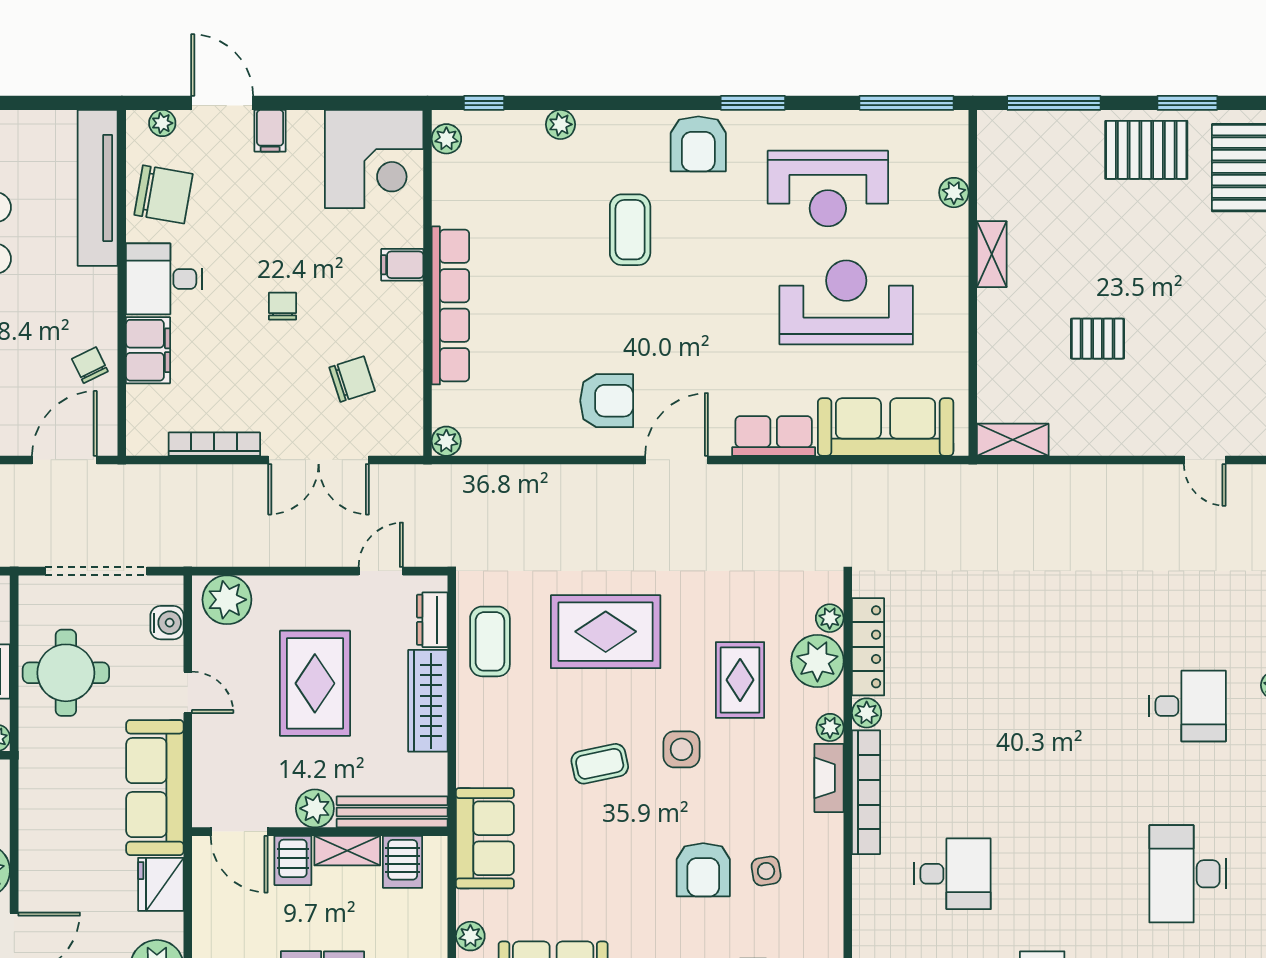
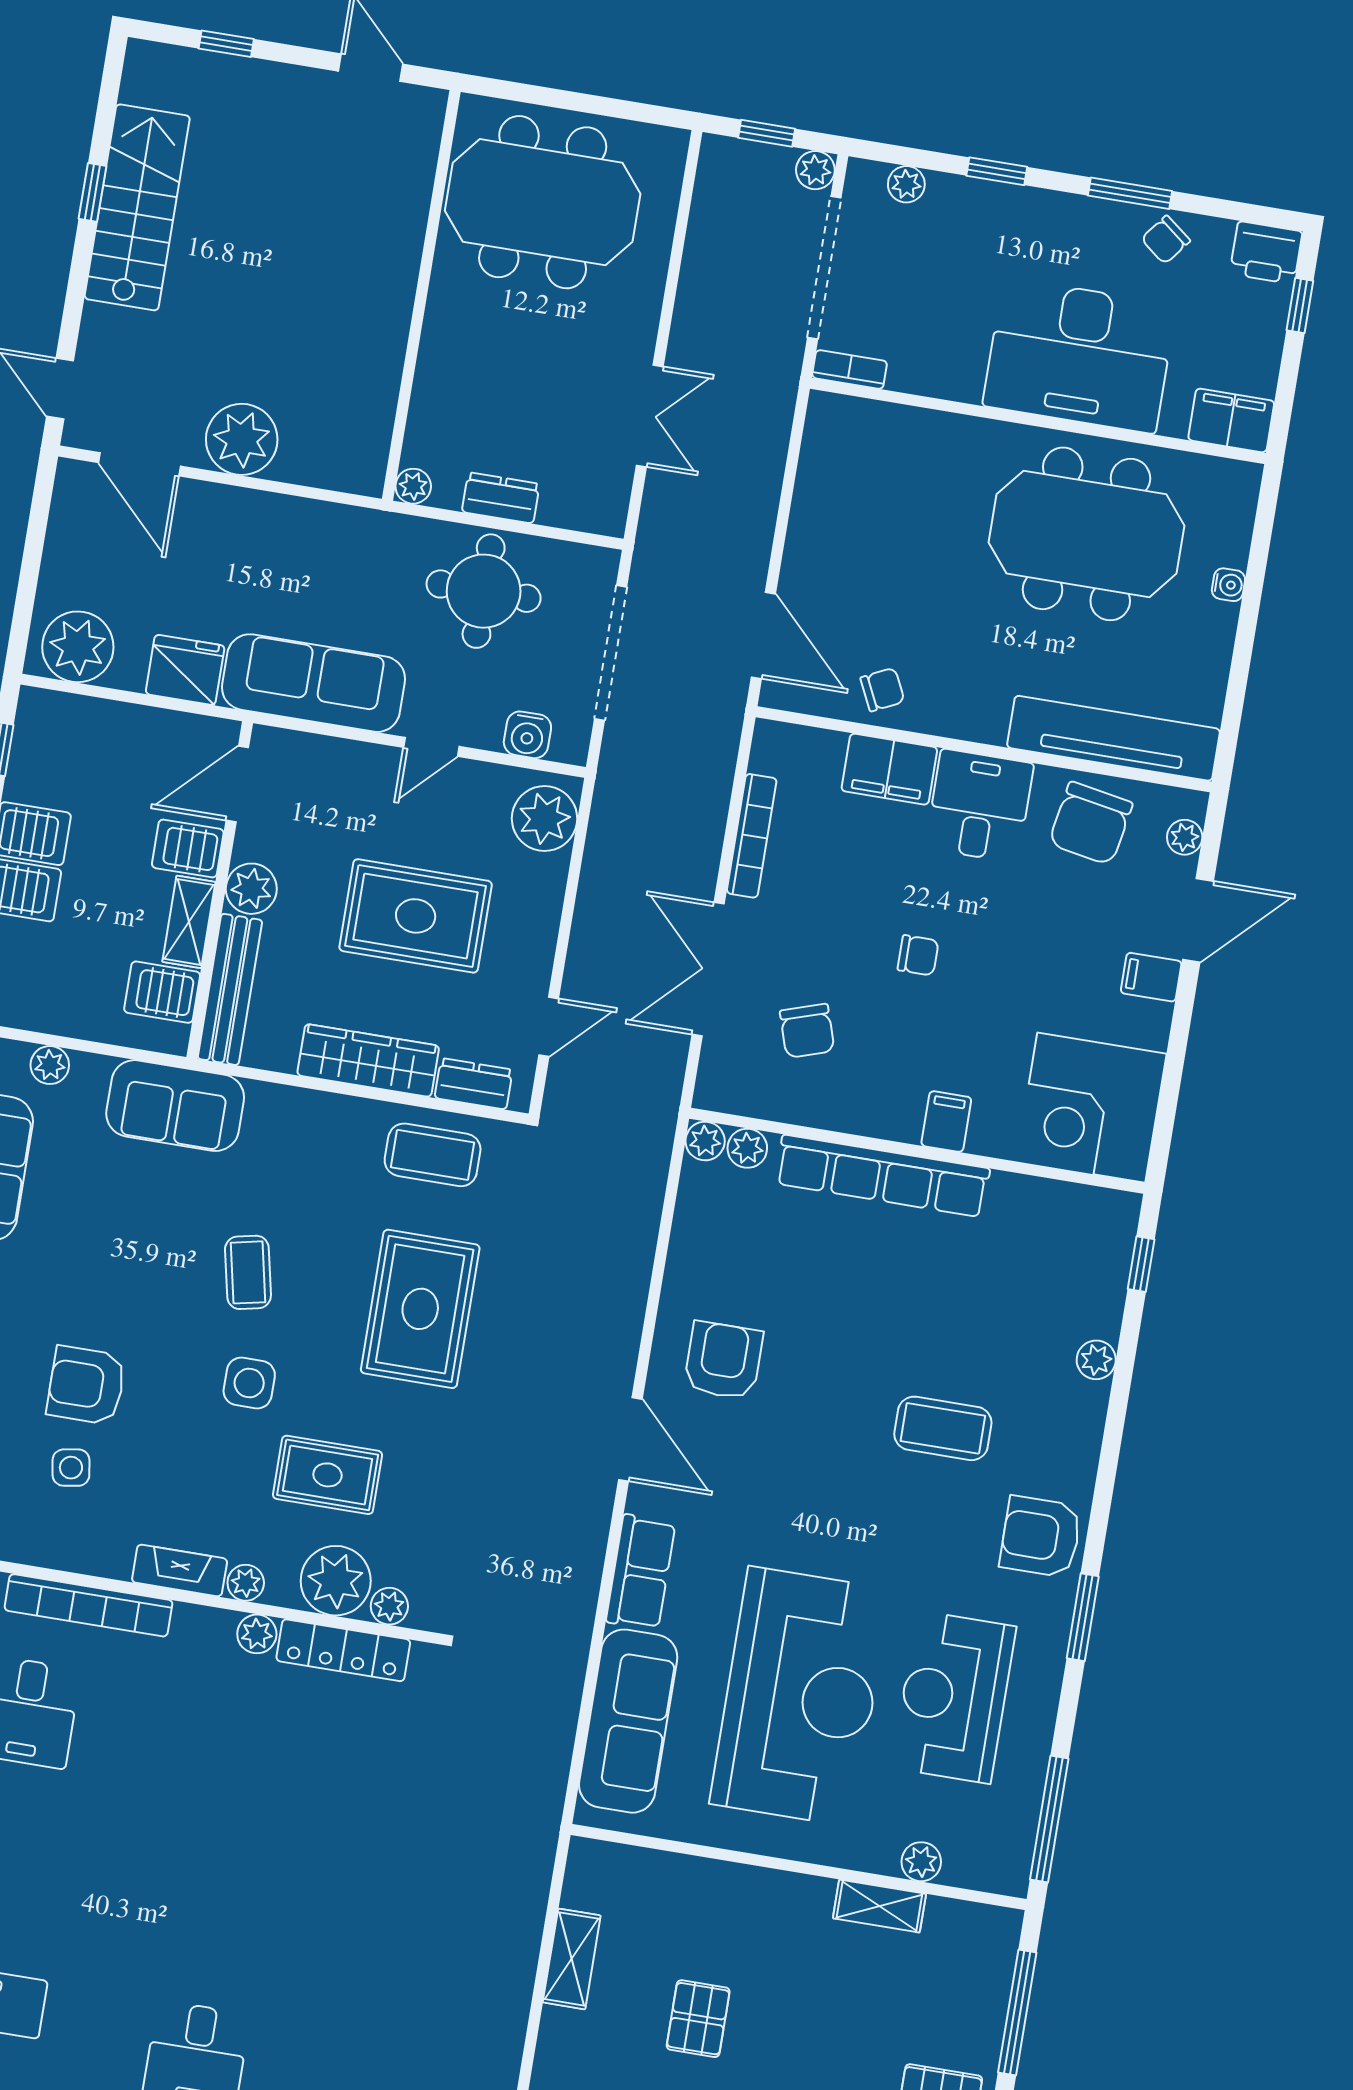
plant: (446, 139) -> (747, 1148), moved
shelving: (992, 254) -> (879, 1906), moved
reception desk: (846, 302) -> (800, 1696), width x1.36, depth x1.30
armchair: (607, 401) -> (723, 1360), turned 180
shelving: (1013, 440) -> (572, 1959), moved
door: (381, 571) -> (549, 1027), hinge flipped
bookcase: (866, 792) -> (89, 1605), moved

